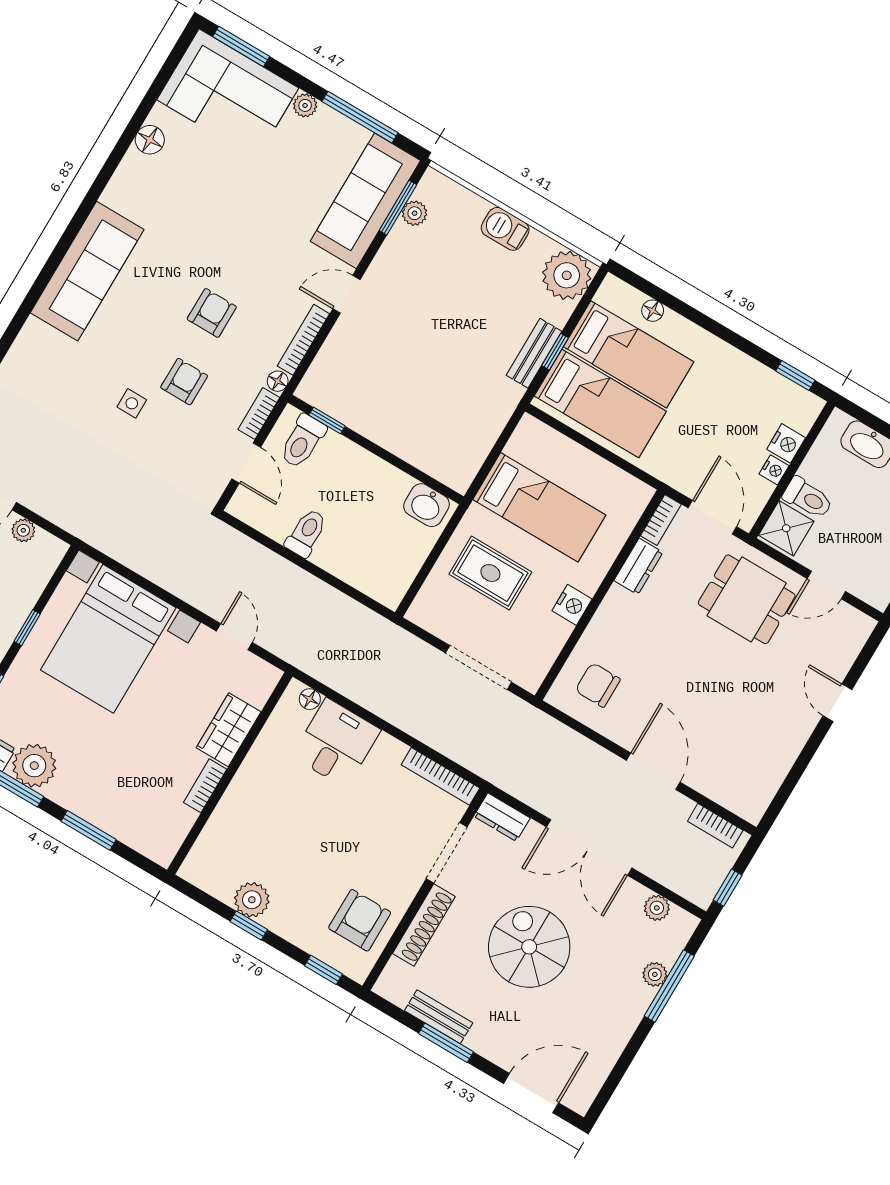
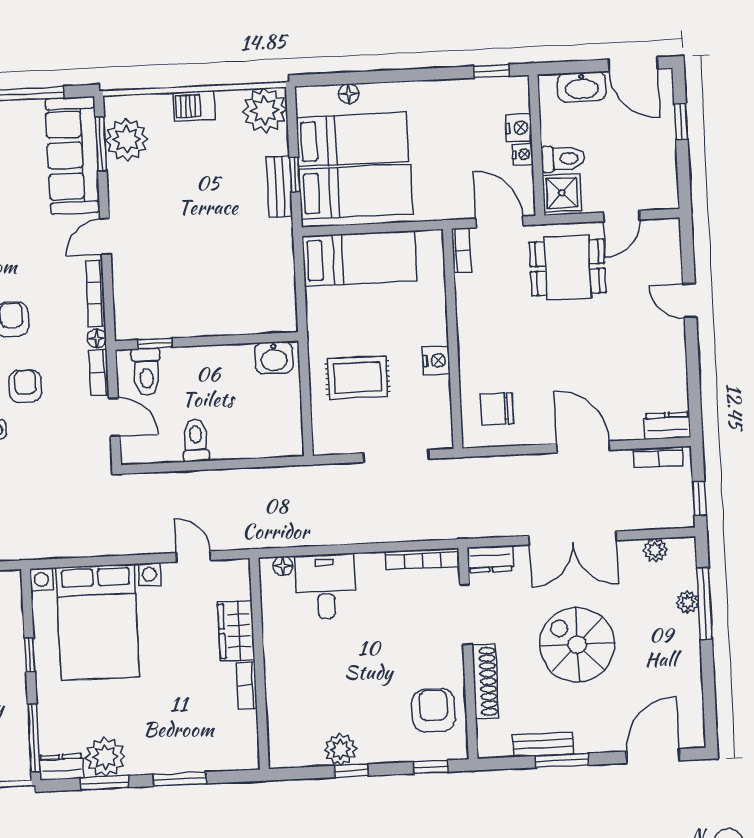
plant: (415, 213) -> (127, 139), width x1.87, depth x1.87
bed: (539, 507) -> (359, 258), moved
dresser: (638, 566) -> (667, 426), moved, turned -90

